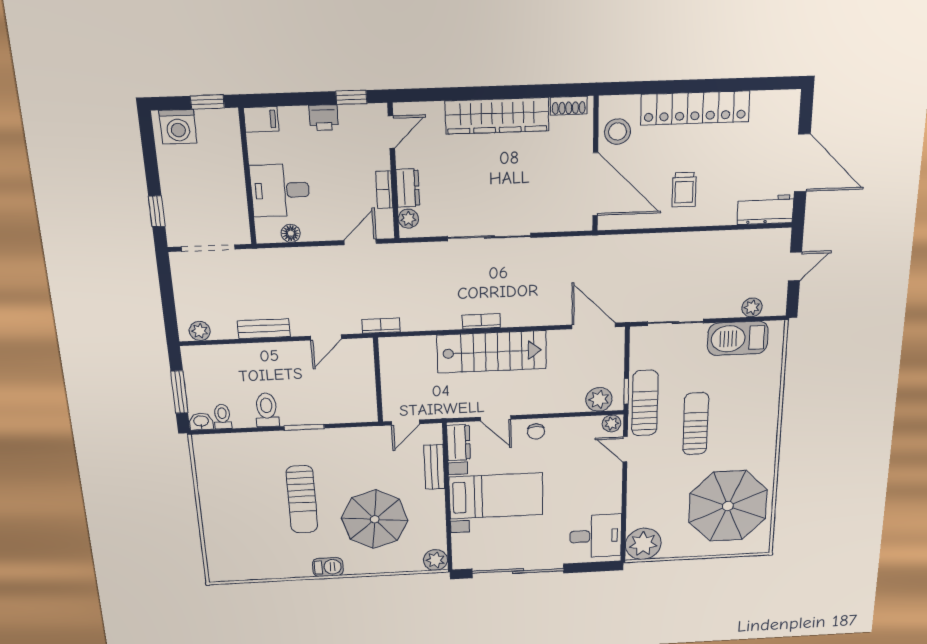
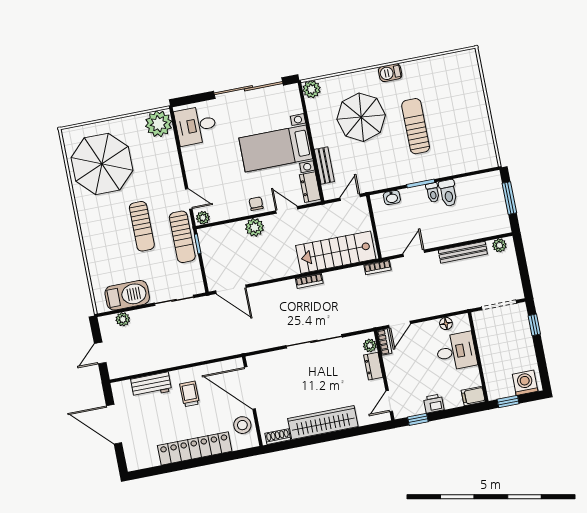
bookcase: (384, 190) -> (385, 342), moved
workbench: (765, 210) -> (151, 385), moved
bench: (264, 329) -> (463, 252), width x1.36
stairs: (492, 352) -> (336, 252), moved
plant: (599, 399) -> (255, 227), moved
toilet: (222, 417) -> (433, 193), moved
washbasin: (201, 422) -> (392, 197), moved

